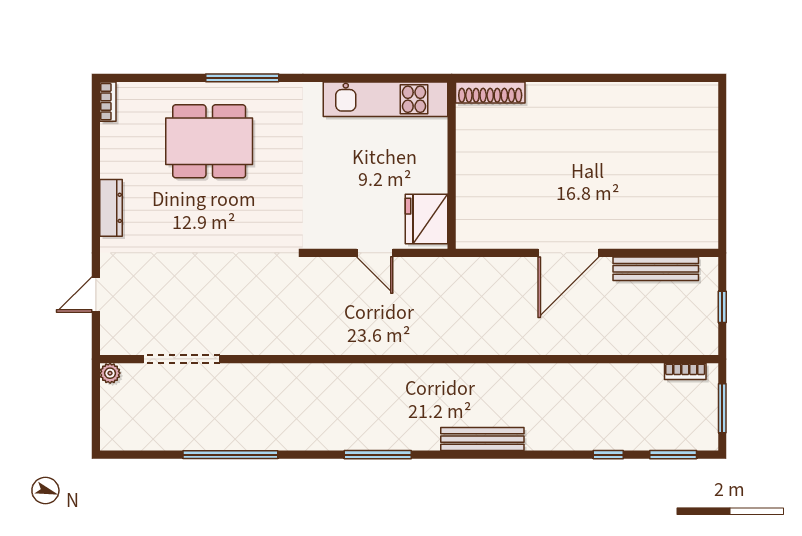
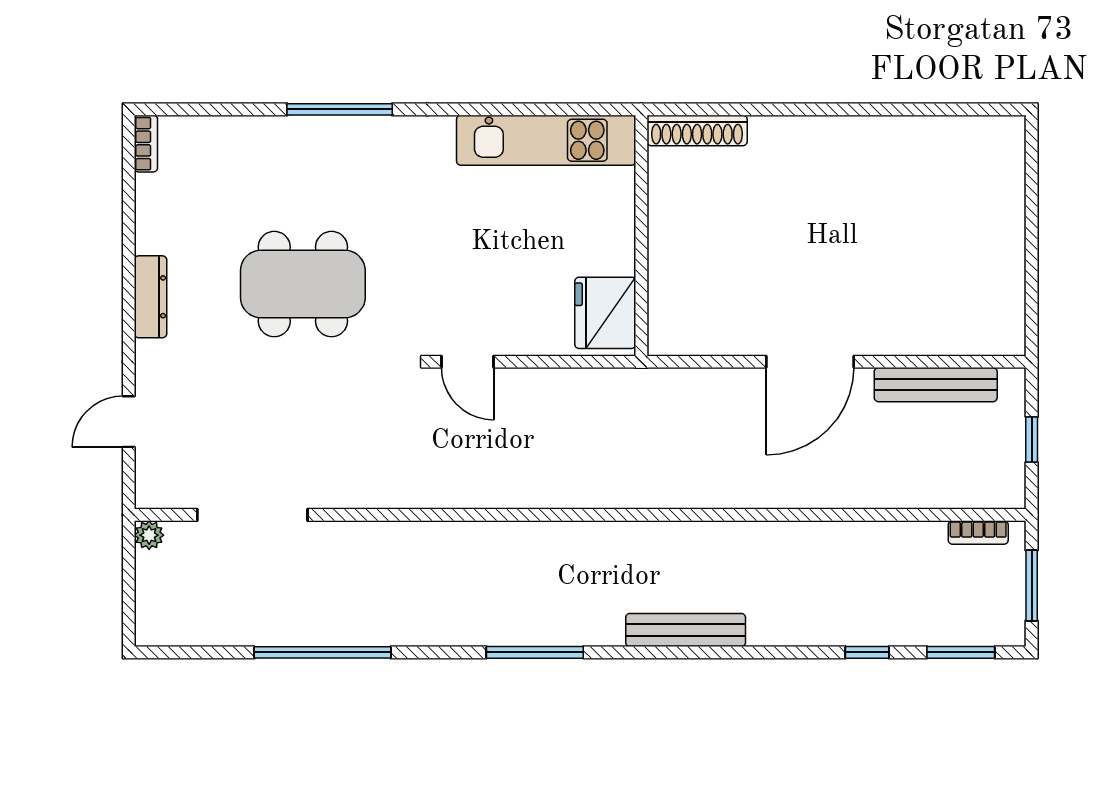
dining table: (209, 141) -> (303, 284), moved
door: (375, 253) -> (467, 362), moved

